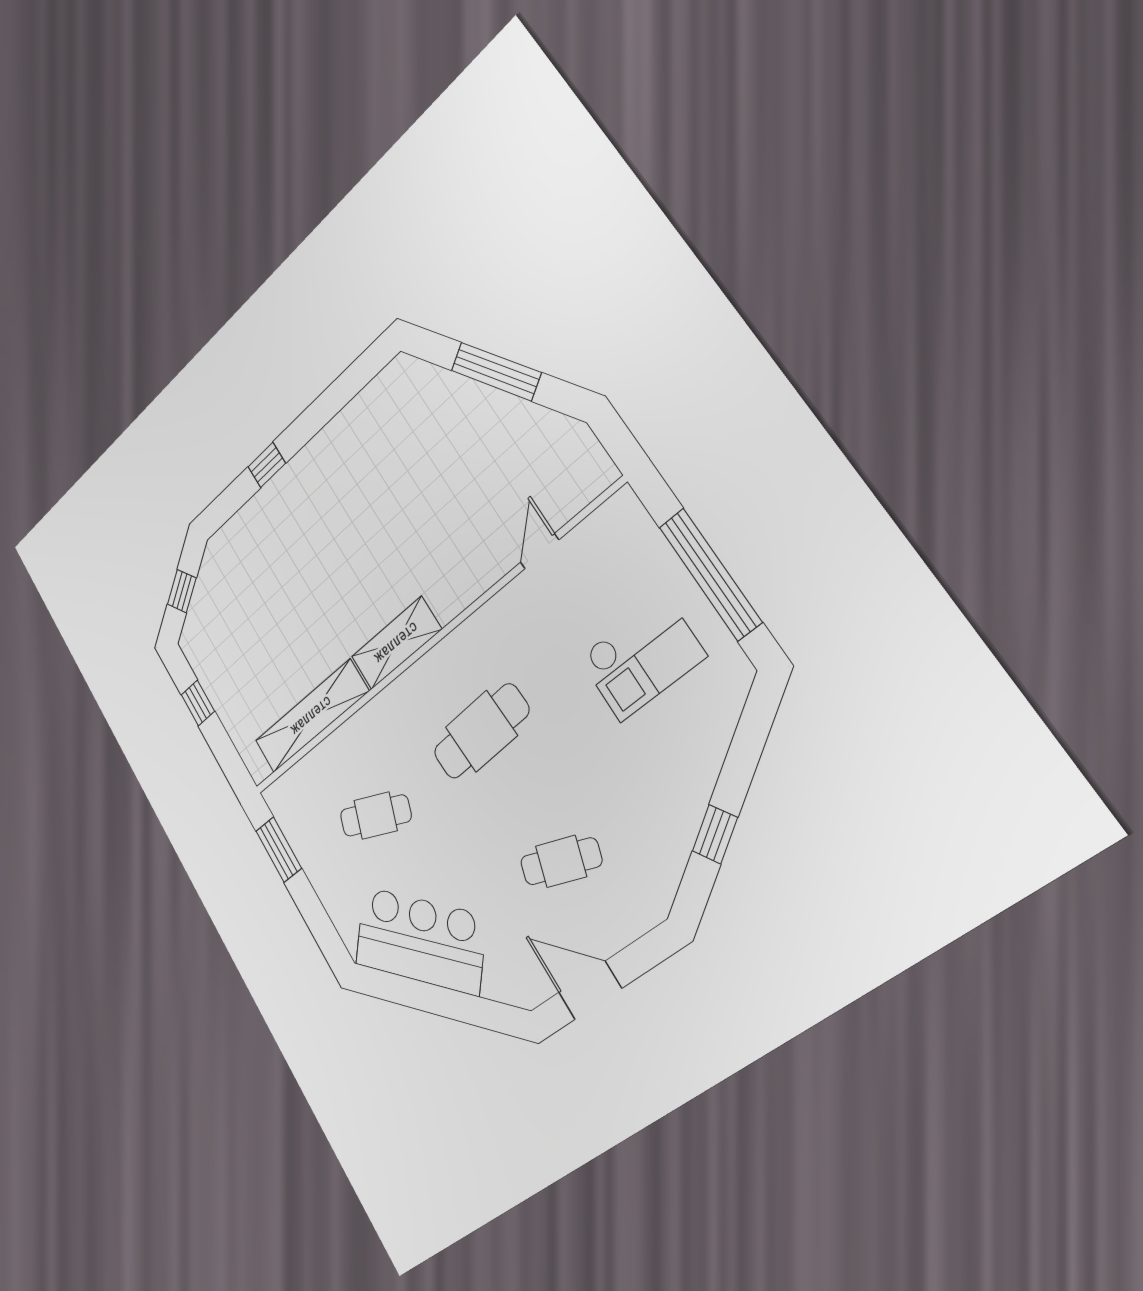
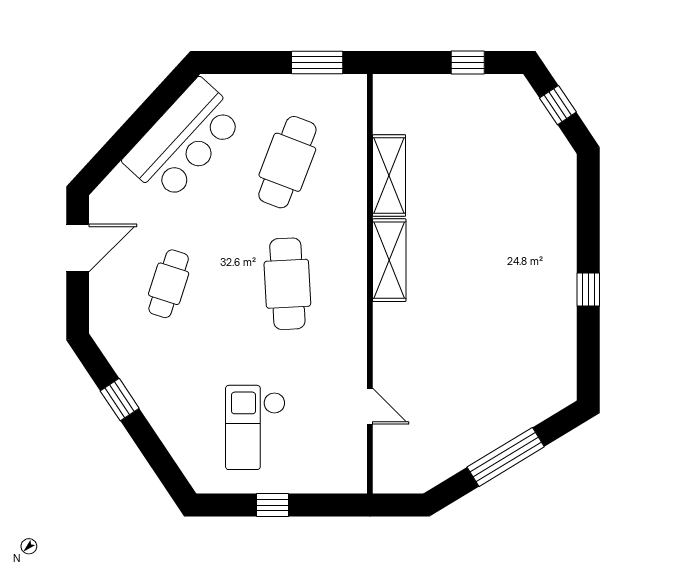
window: (267, 465) -> (588, 290), moved
window: (710, 574) -> (273, 505), width x0.32
shelving: (311, 716) -> (389, 176), width x0.68
cafe table: (376, 816) -> (287, 162), width x1.37, depth x1.35

